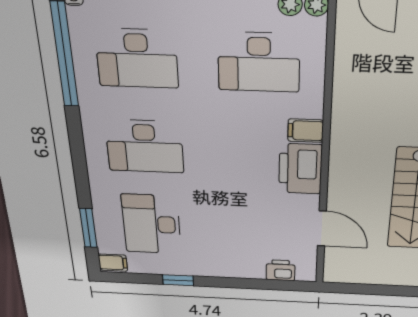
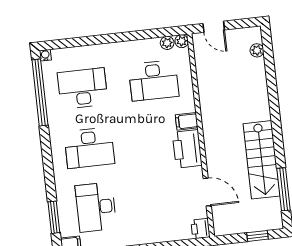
desk: (137, 59) -> (83, 88), turned 180
printer: (281, 270) -> (200, 228), moved, turned -90
window: (386, 290) -> (258, 236), added

